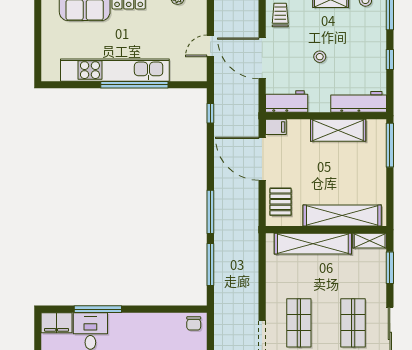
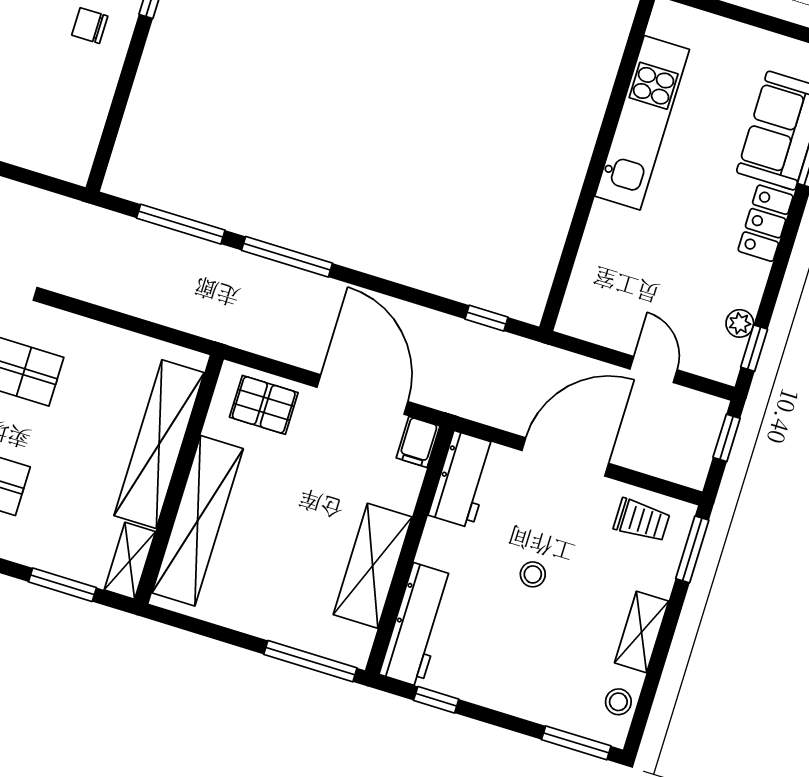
door: (210, 46) -> (653, 369), moved
window: (390, 60) -> (436, 700), moved
kitchen unit: (115, 70) -> (642, 123), width x0.73
window: (134, 85) -> (591, 182), removed
door: (262, 159) -> (362, 394), hinge flipped
chair: (194, 323) -> (90, 26), moved

